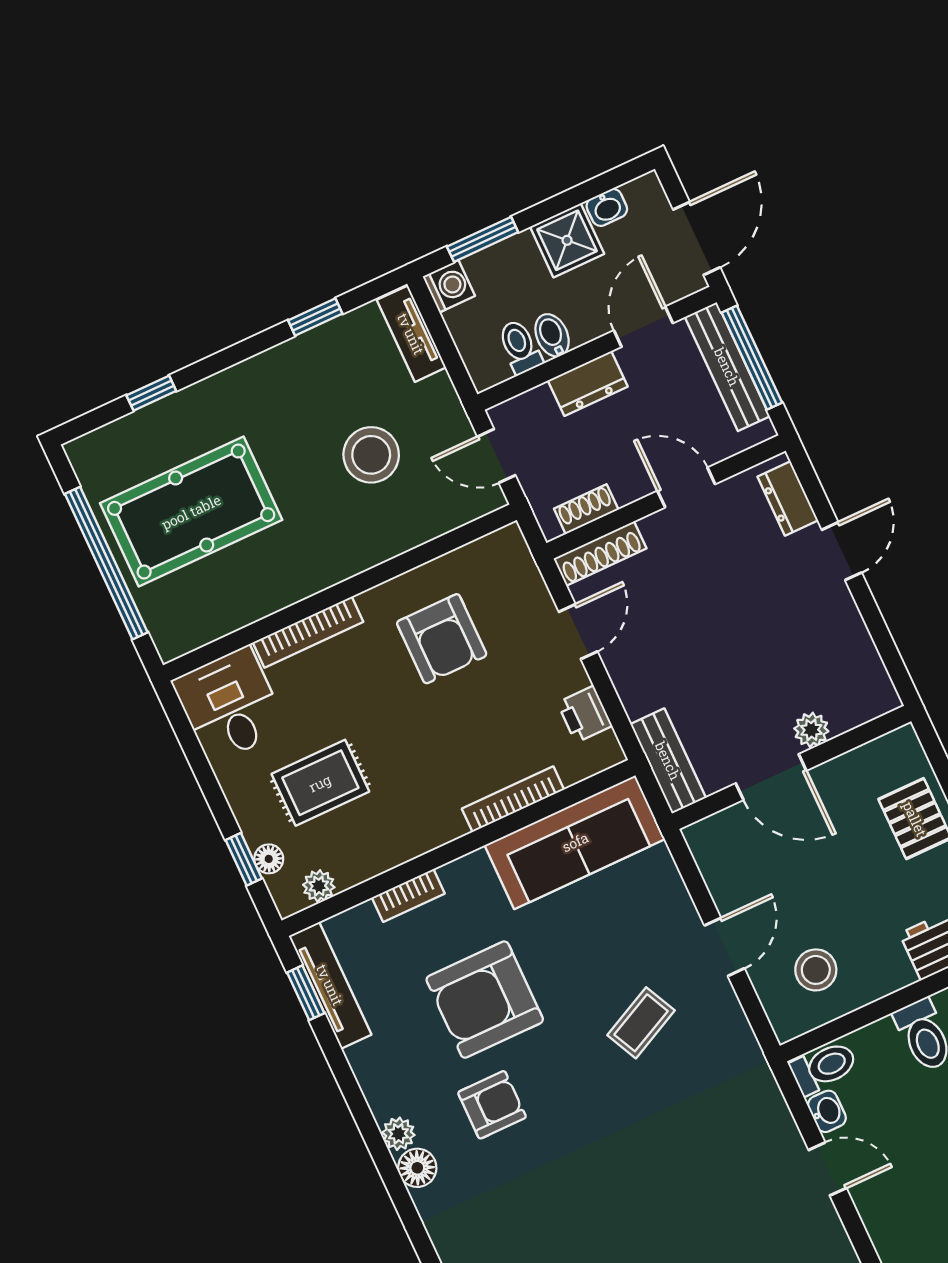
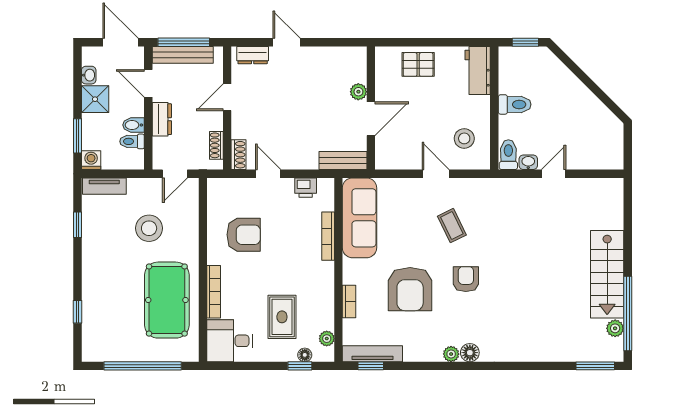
pool table: (191, 512) -> (167, 300), moved
shoe rack: (600, 553) -> (238, 155), width x0.70
armchair: (492, 1105) -> (466, 279), moved

